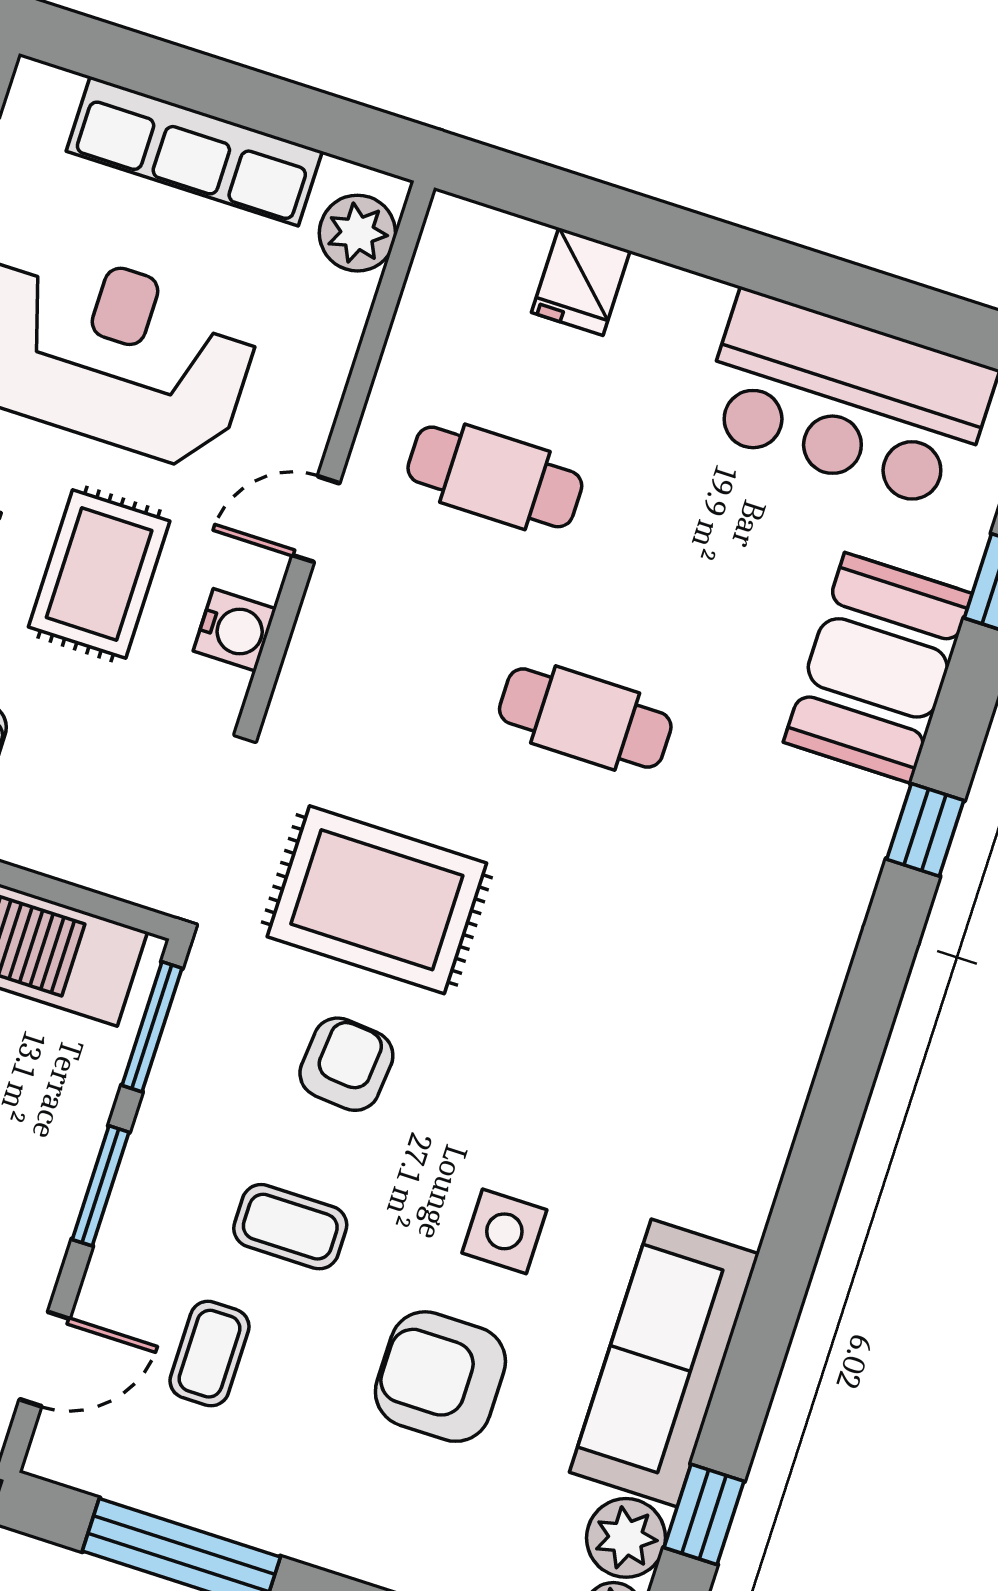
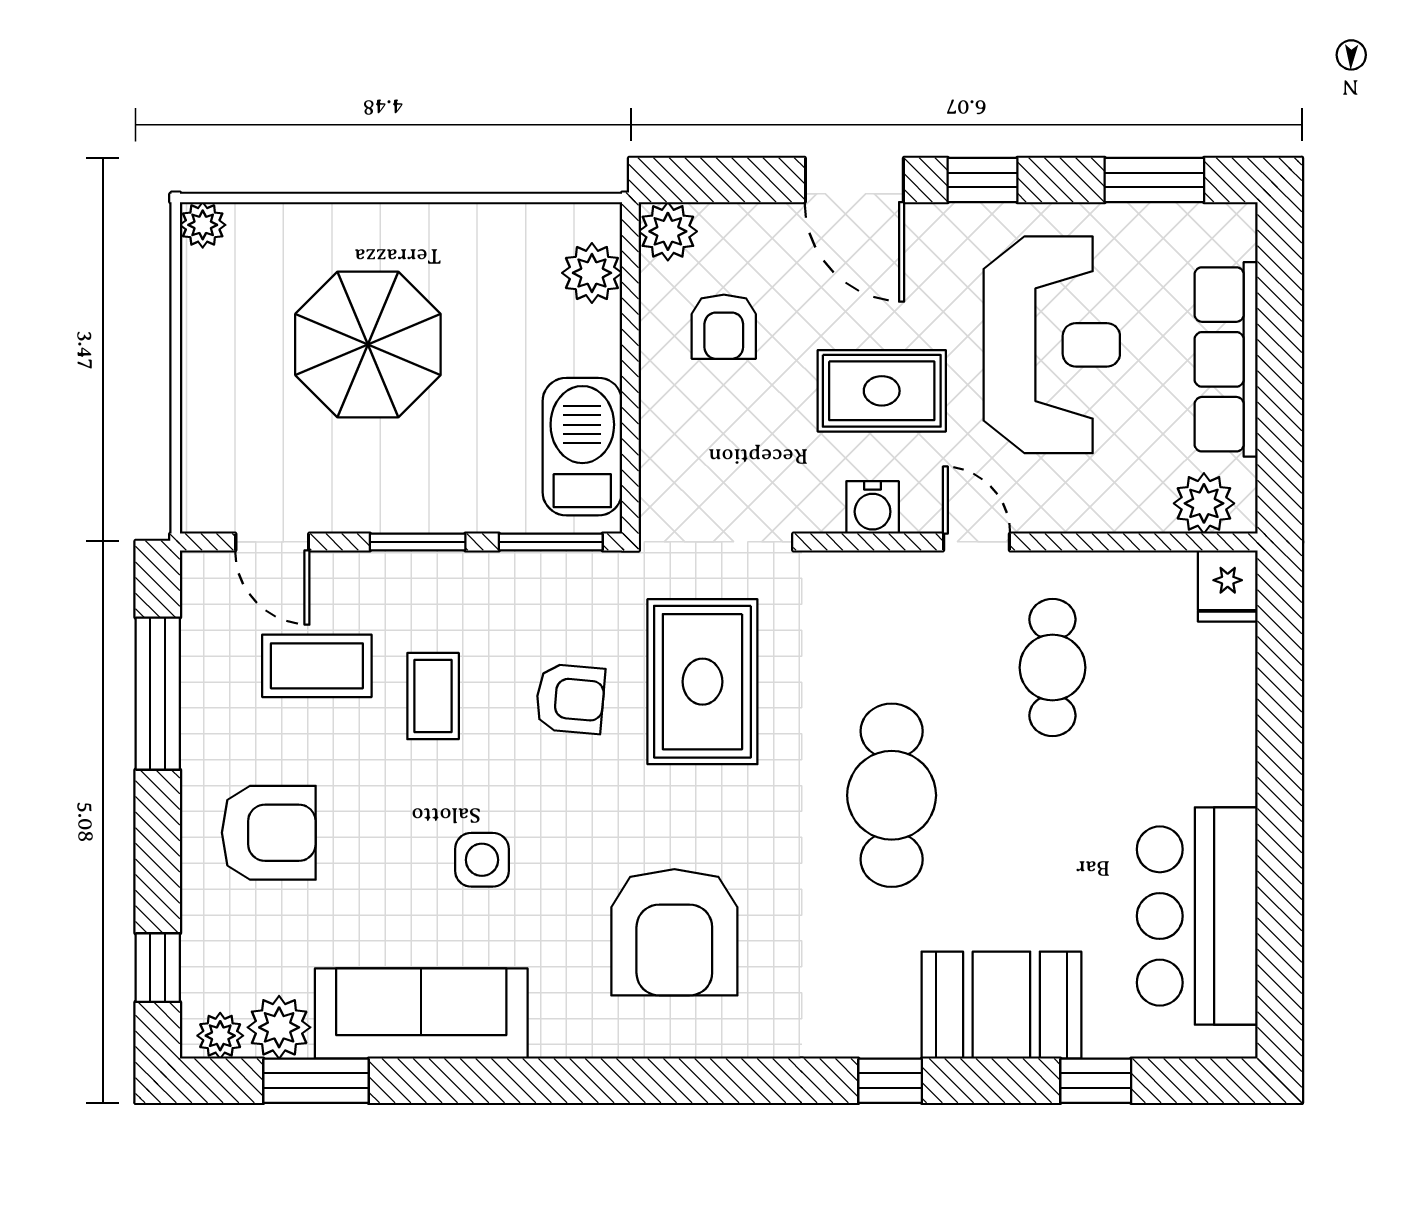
fridge: (581, 282) -> (1228, 586), moved, turned -90
cafe table: (585, 718) -> (892, 795), width x1.37, depth x1.35
armchair: (665, 1030) -> (674, 932), added
coffee table: (209, 1354) -> (317, 666), width x1.36, depth x1.30
armchair: (440, 1377) -> (269, 833), moved, turned 90
window: (704, 1514) -> (316, 1081), width x1.50

